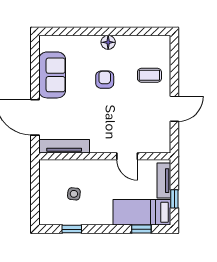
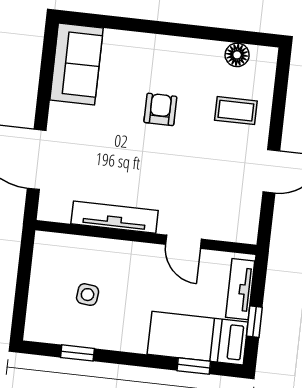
floor lamp: (108, 42) -> (237, 55), moved
sofa: (52, 75) -> (76, 64), moved
tv unit: (64, 146) -> (115, 217), moved

